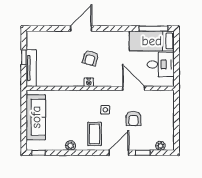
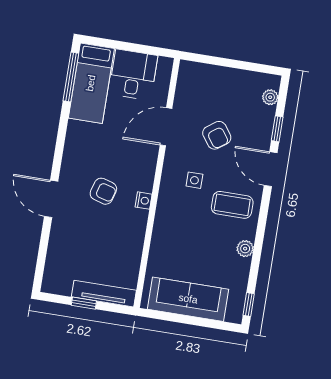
armchair: (133, 118) -> (217, 135), turned 54

